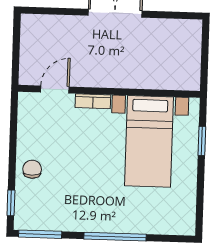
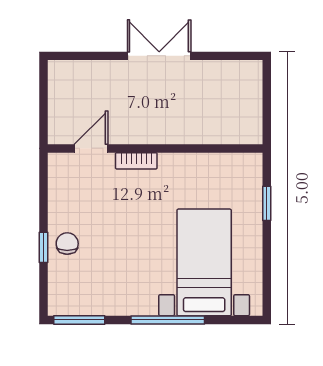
bed with nightstands: (149, 141) -> (204, 262), moved, turned 180
window: (11, 203) -> (43, 247), moved

